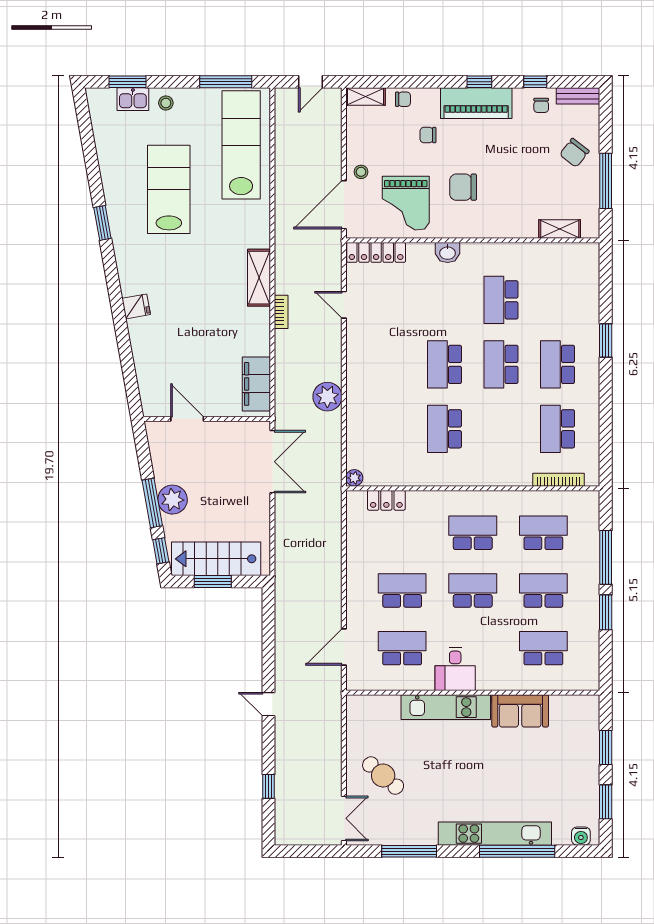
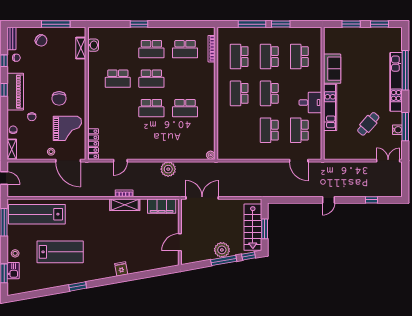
lab bench: (169, 189) -> (60, 252), turned 180
washbasin: (448, 253) -> (93, 45), moved
shelving: (259, 278) -> (125, 205), moved
locker: (386, 500) -> (222, 138), removed
cafe table: (383, 776) -> (368, 124), moved
water cooler: (581, 836) -> (397, 130), moved

